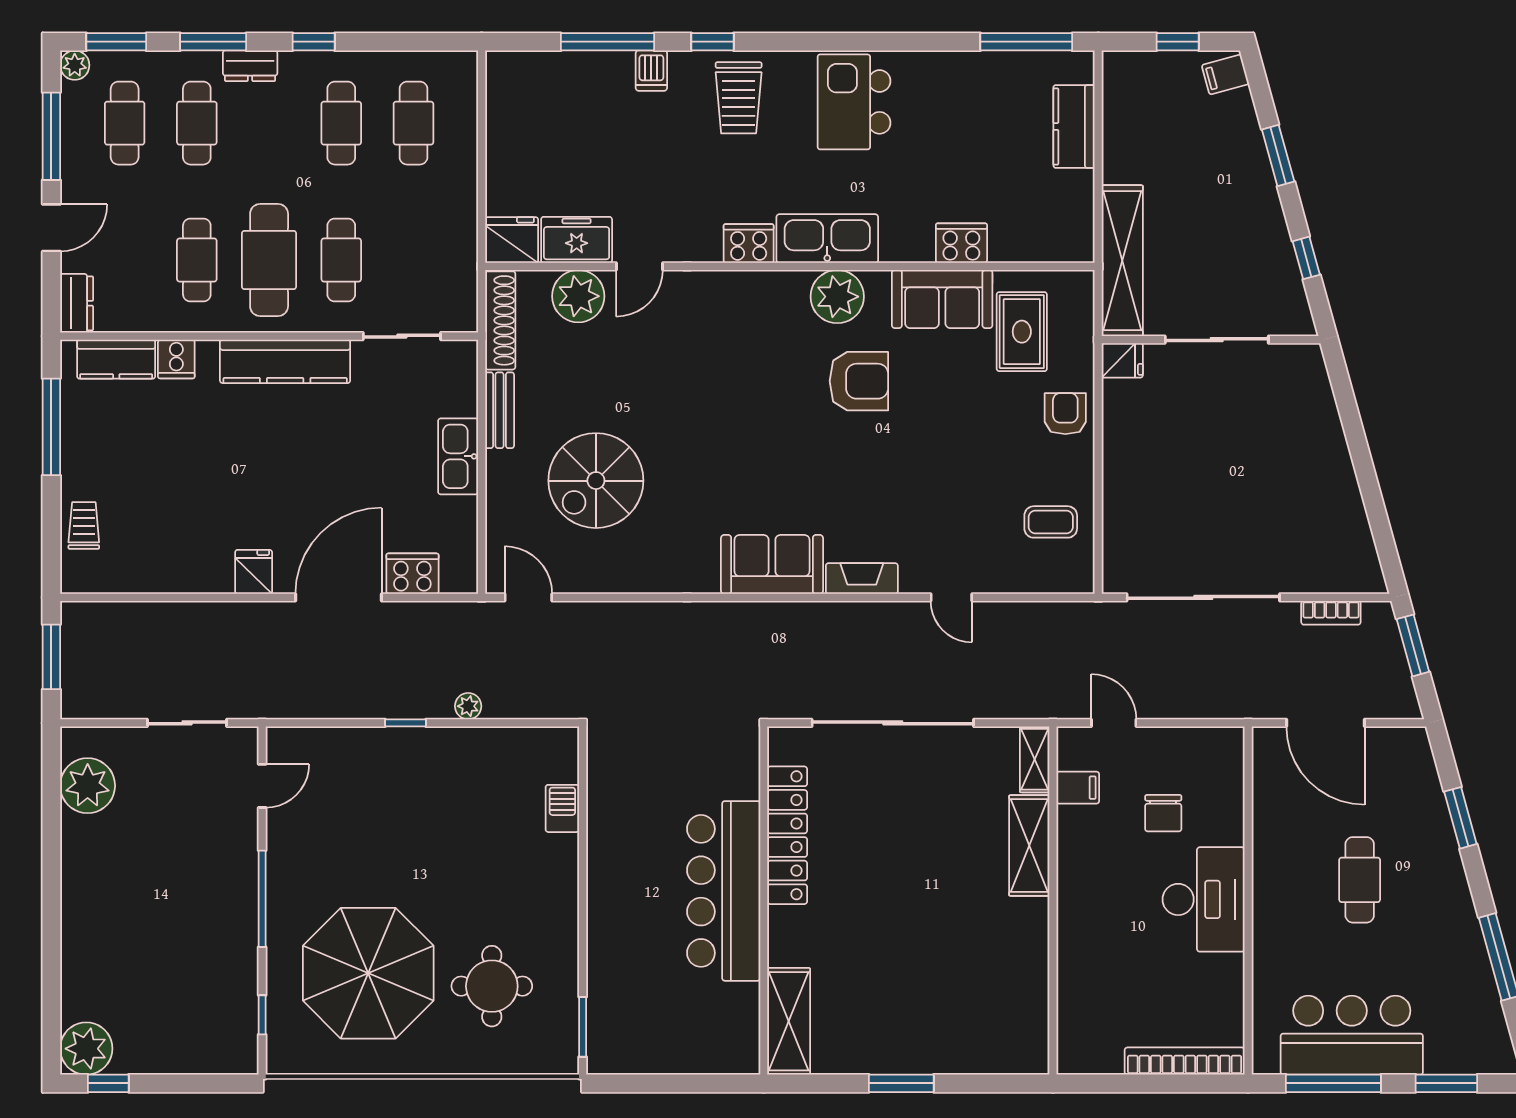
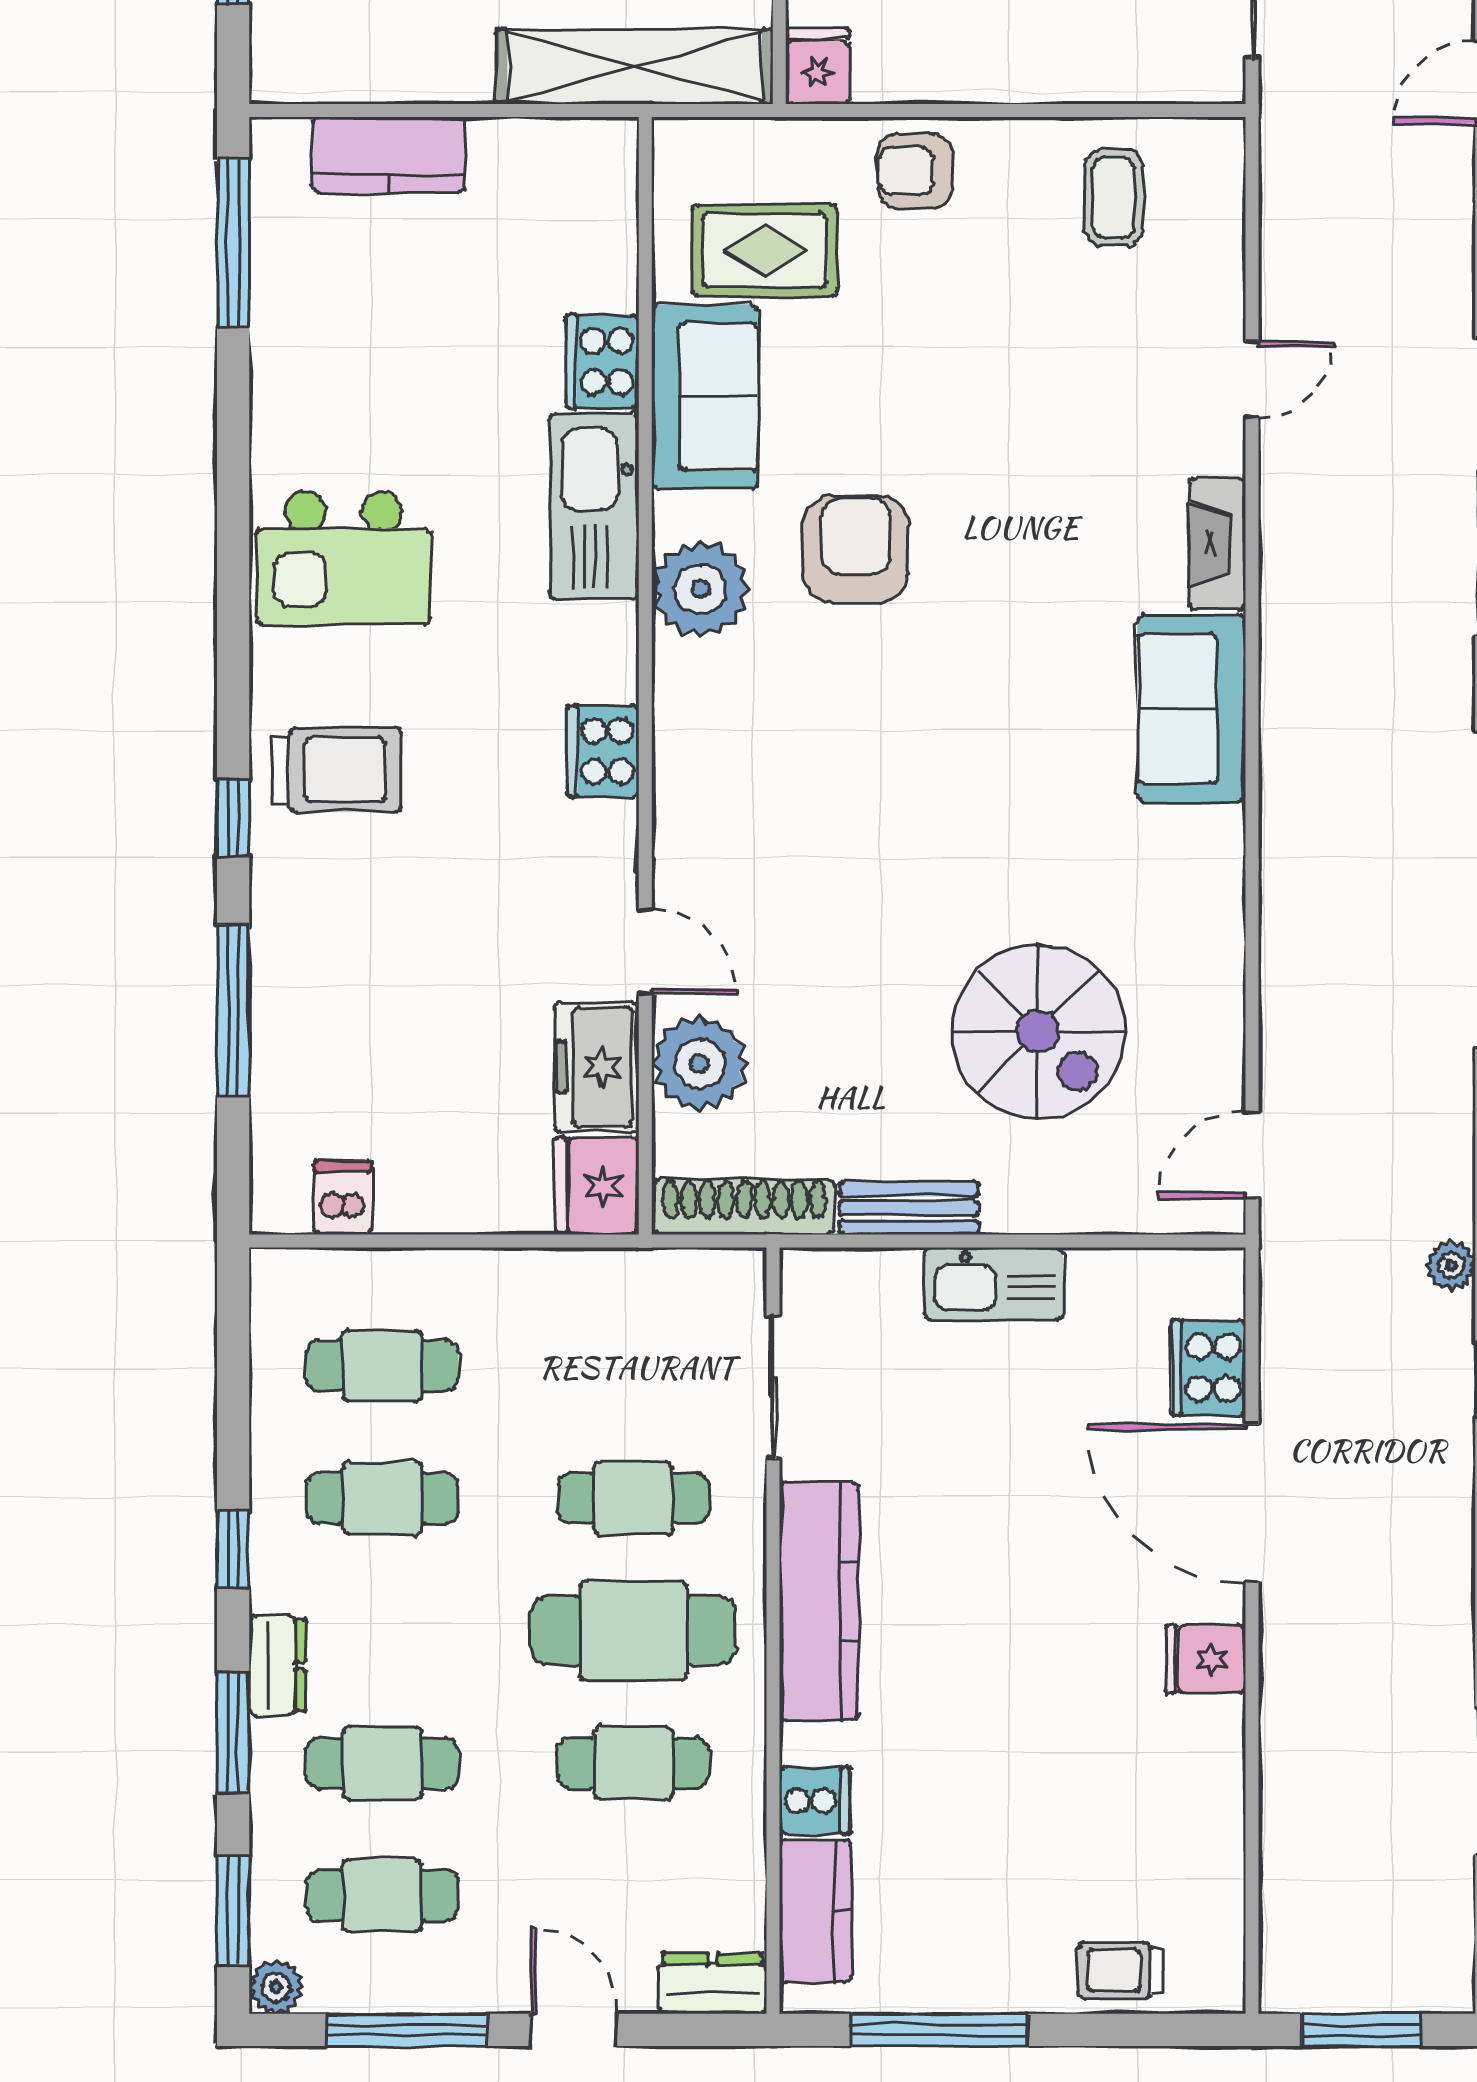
dishwasher: (651, 71) -> (343, 1198), moved, turned -90
kitchen sink: (827, 239) -> (594, 506), moved

